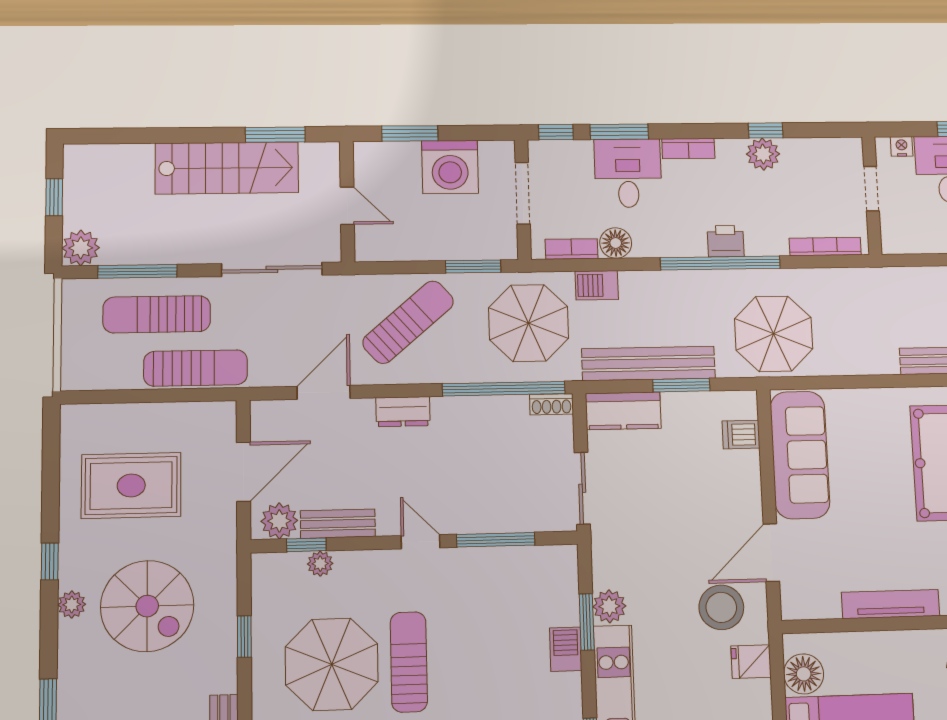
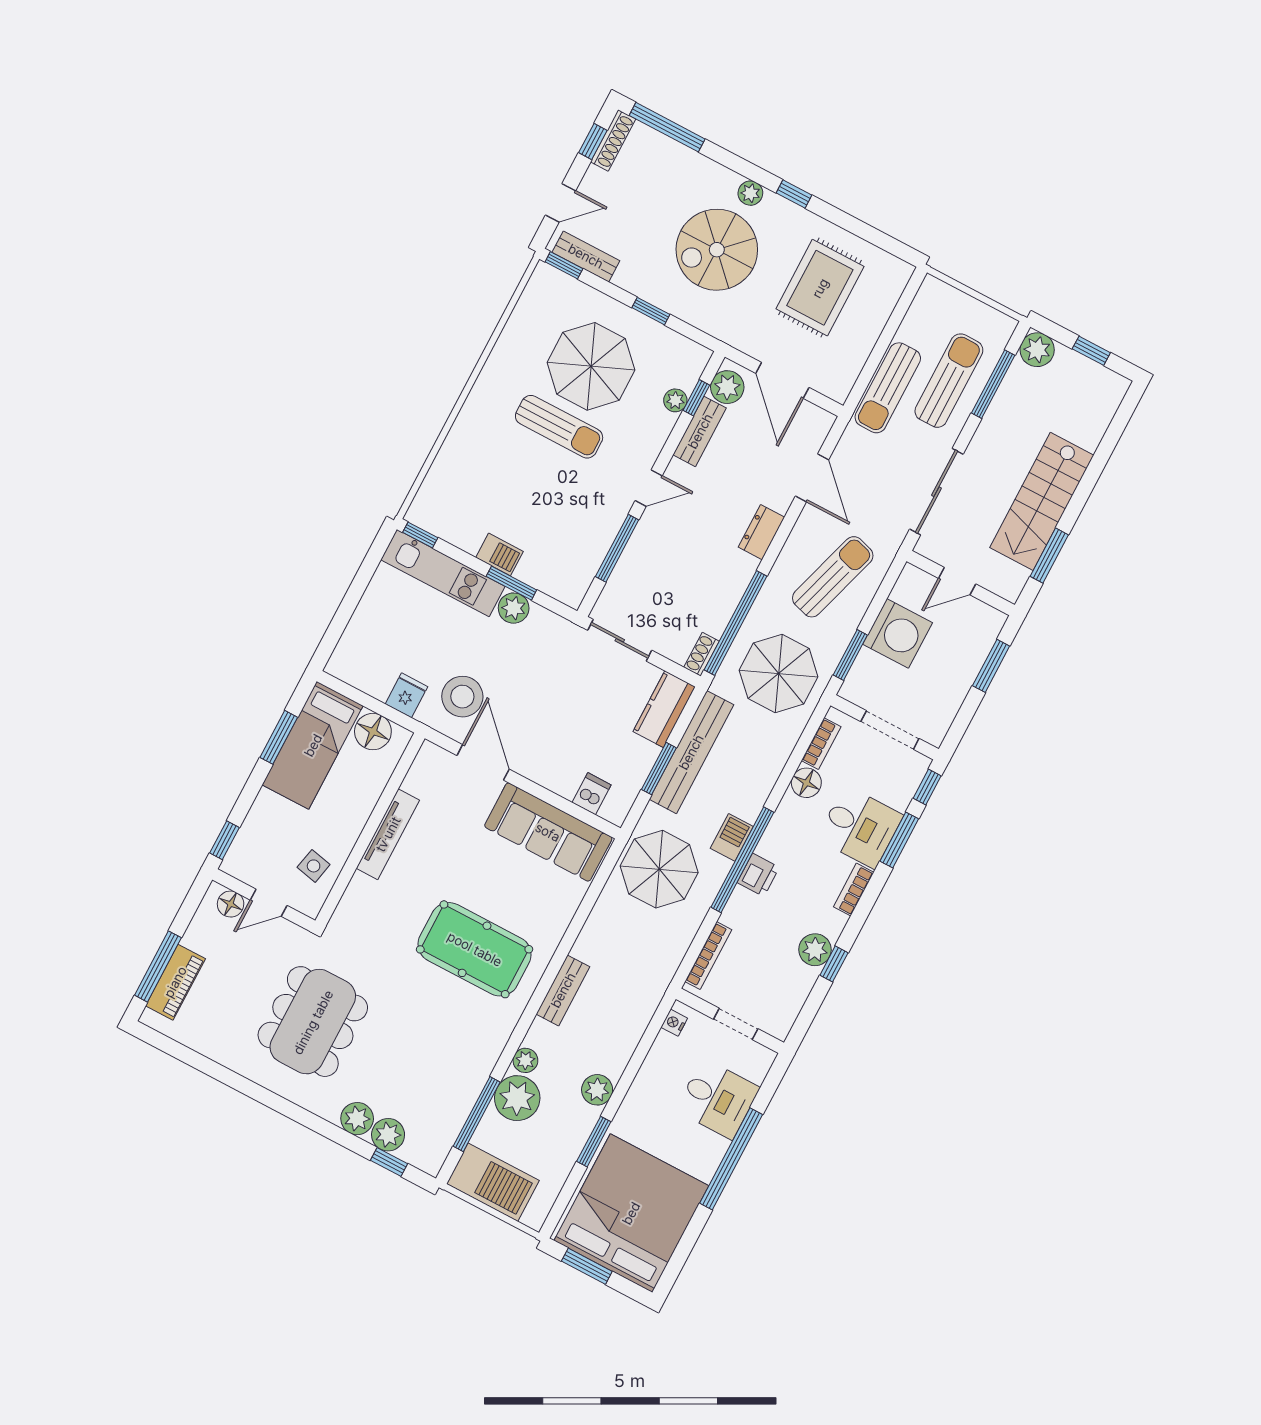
nightstand: (902, 146) -> (674, 1023), moved, turned 180
washing machine: (450, 167) -> (898, 633), moved, turned 180
barbecue: (597, 285) -> (732, 837), moved
sun lounger: (408, 322) -> (833, 577), turned -122

